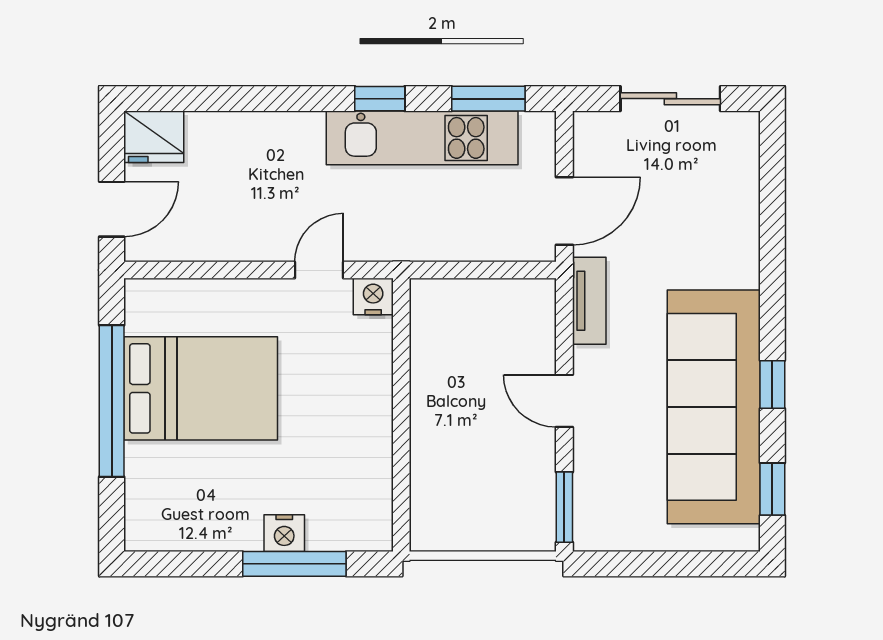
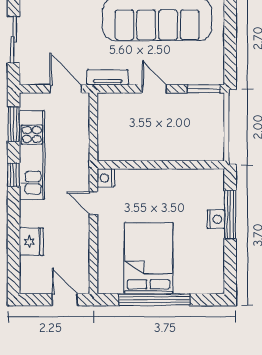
fridge: (154, 137) -> (31, 242), moved
door: (564, 401) -> (154, 89), swing flipped

